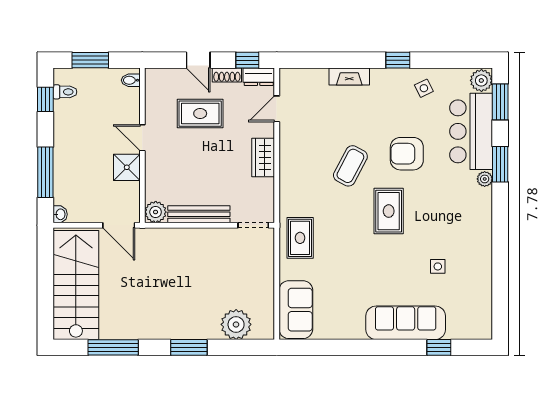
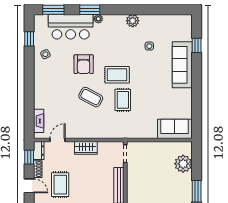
door: (198, 60) -> (29, 186), hinge flipped
window: (398, 60) -> (29, 39), moved
fireplace: (349, 76) -> (39, 121), moved
plant: (481, 80) -> (133, 21), moved
door: (277, 109) -> (58, 140), swing flipped
rug: (300, 238) -> (123, 100), moved, turned 90

